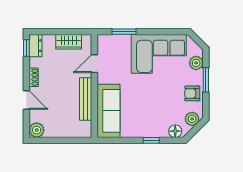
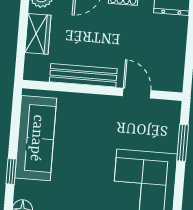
wardrobe: (69, 42) -> (38, 34), moved, turned 180
sofa: (108, 111) -> (36, 138), moved, turned -90

